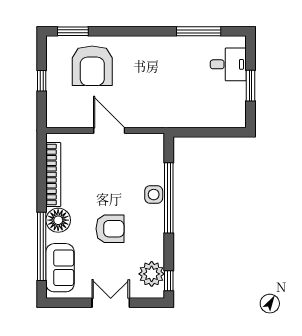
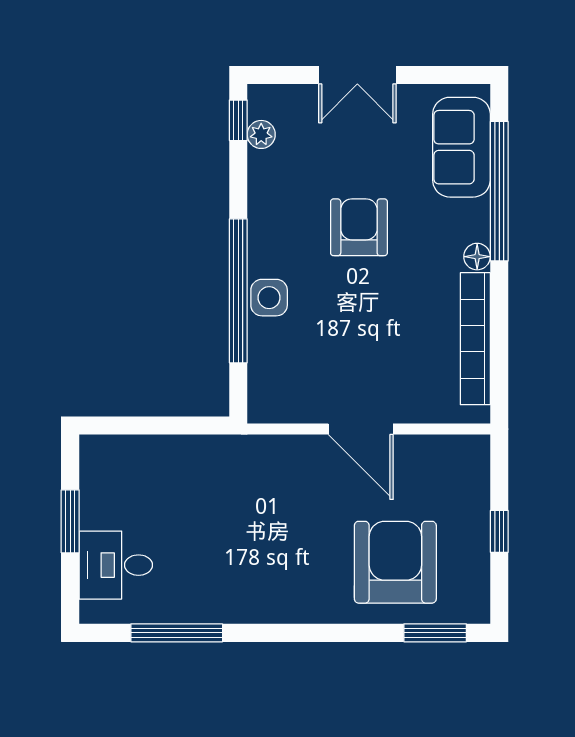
floor lamp: (58, 220) -> (477, 257), width x0.53, depth x0.53
armchair: (110, 229) -> (359, 227), turned 90
plant: (152, 274) -> (261, 134), width x0.53, depth x0.53

